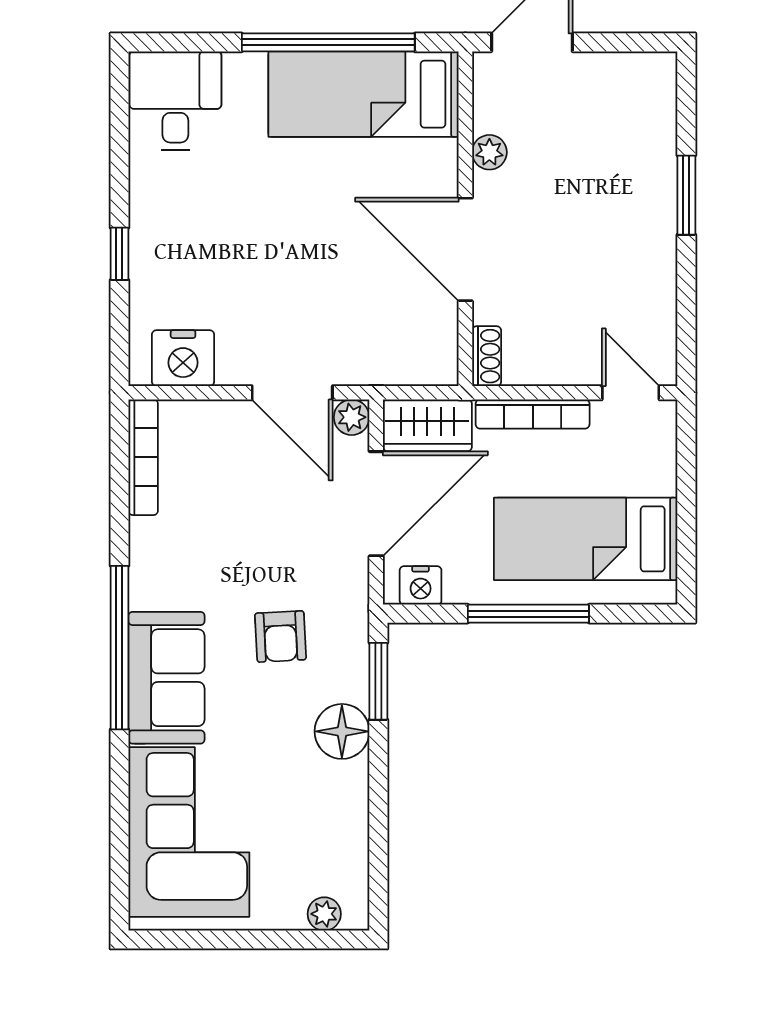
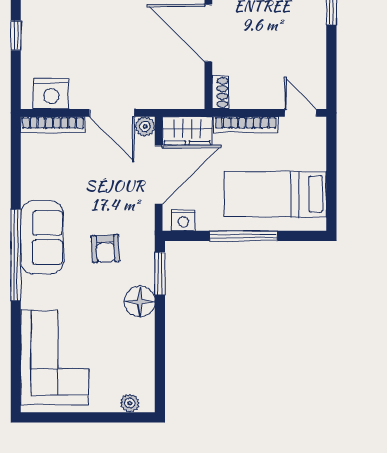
bookcase: (143, 457) -> (53, 125), moved, turned 90
sofa: (166, 678) -> (42, 238), moved

